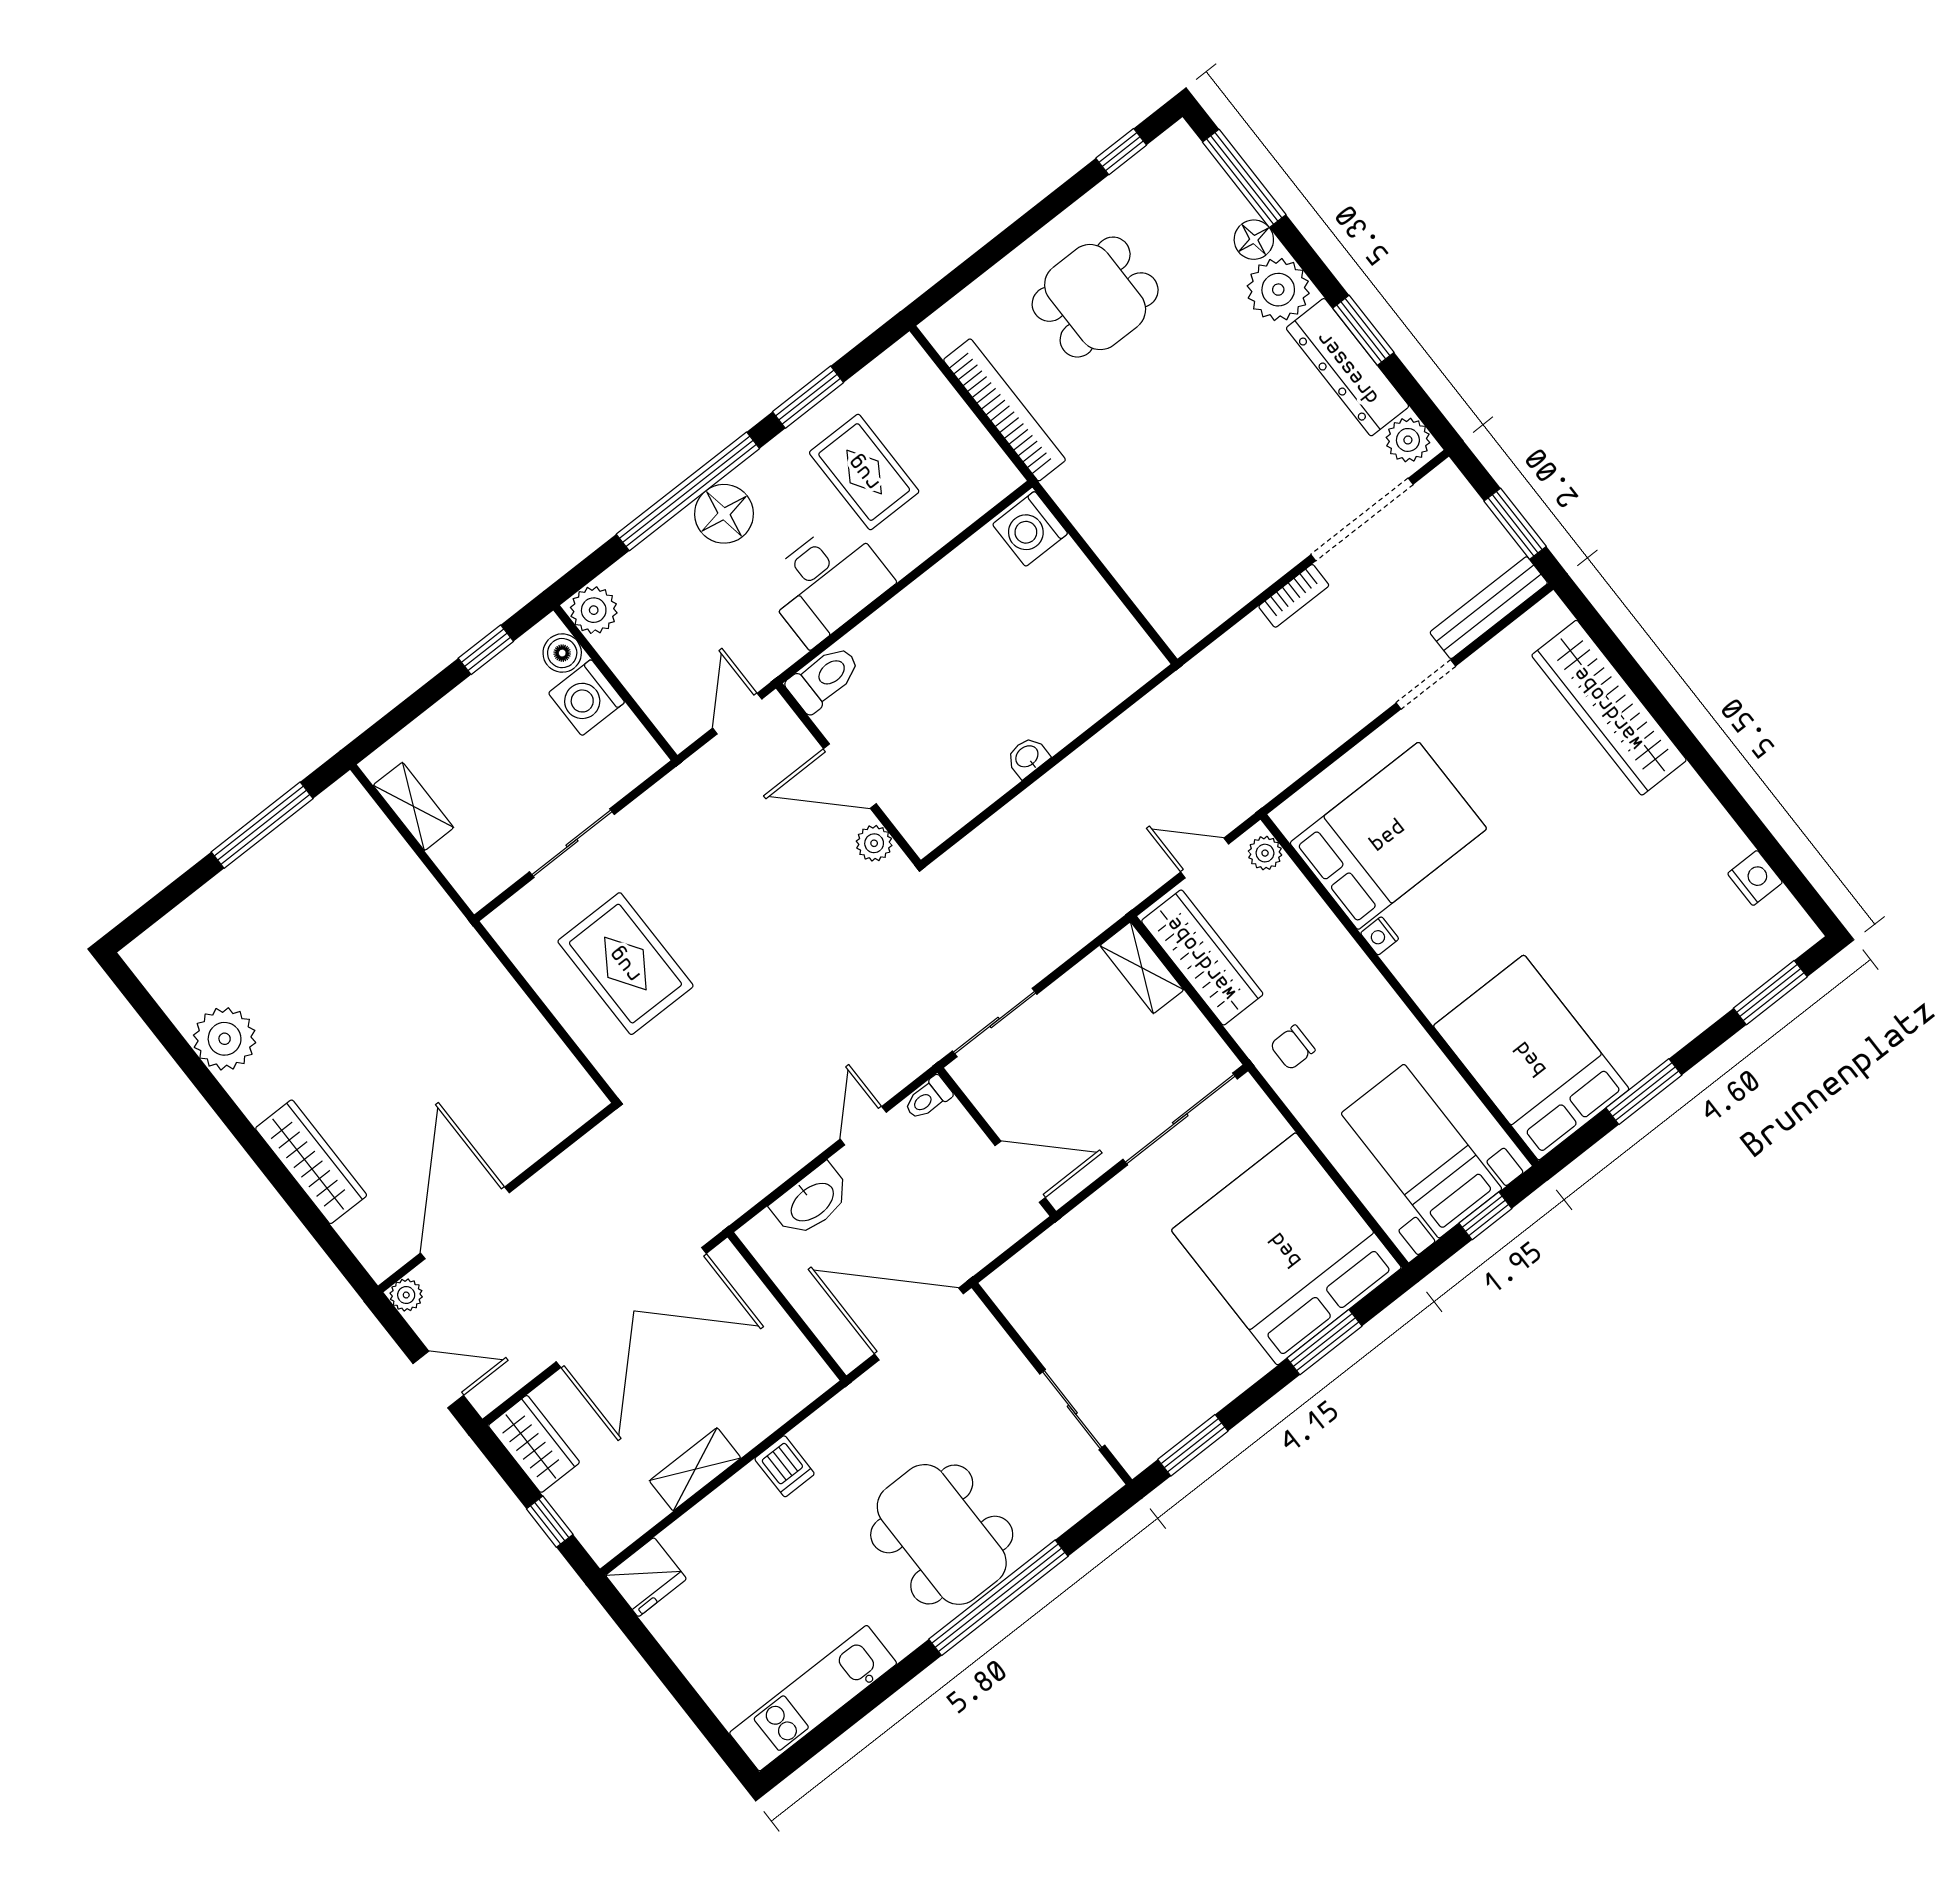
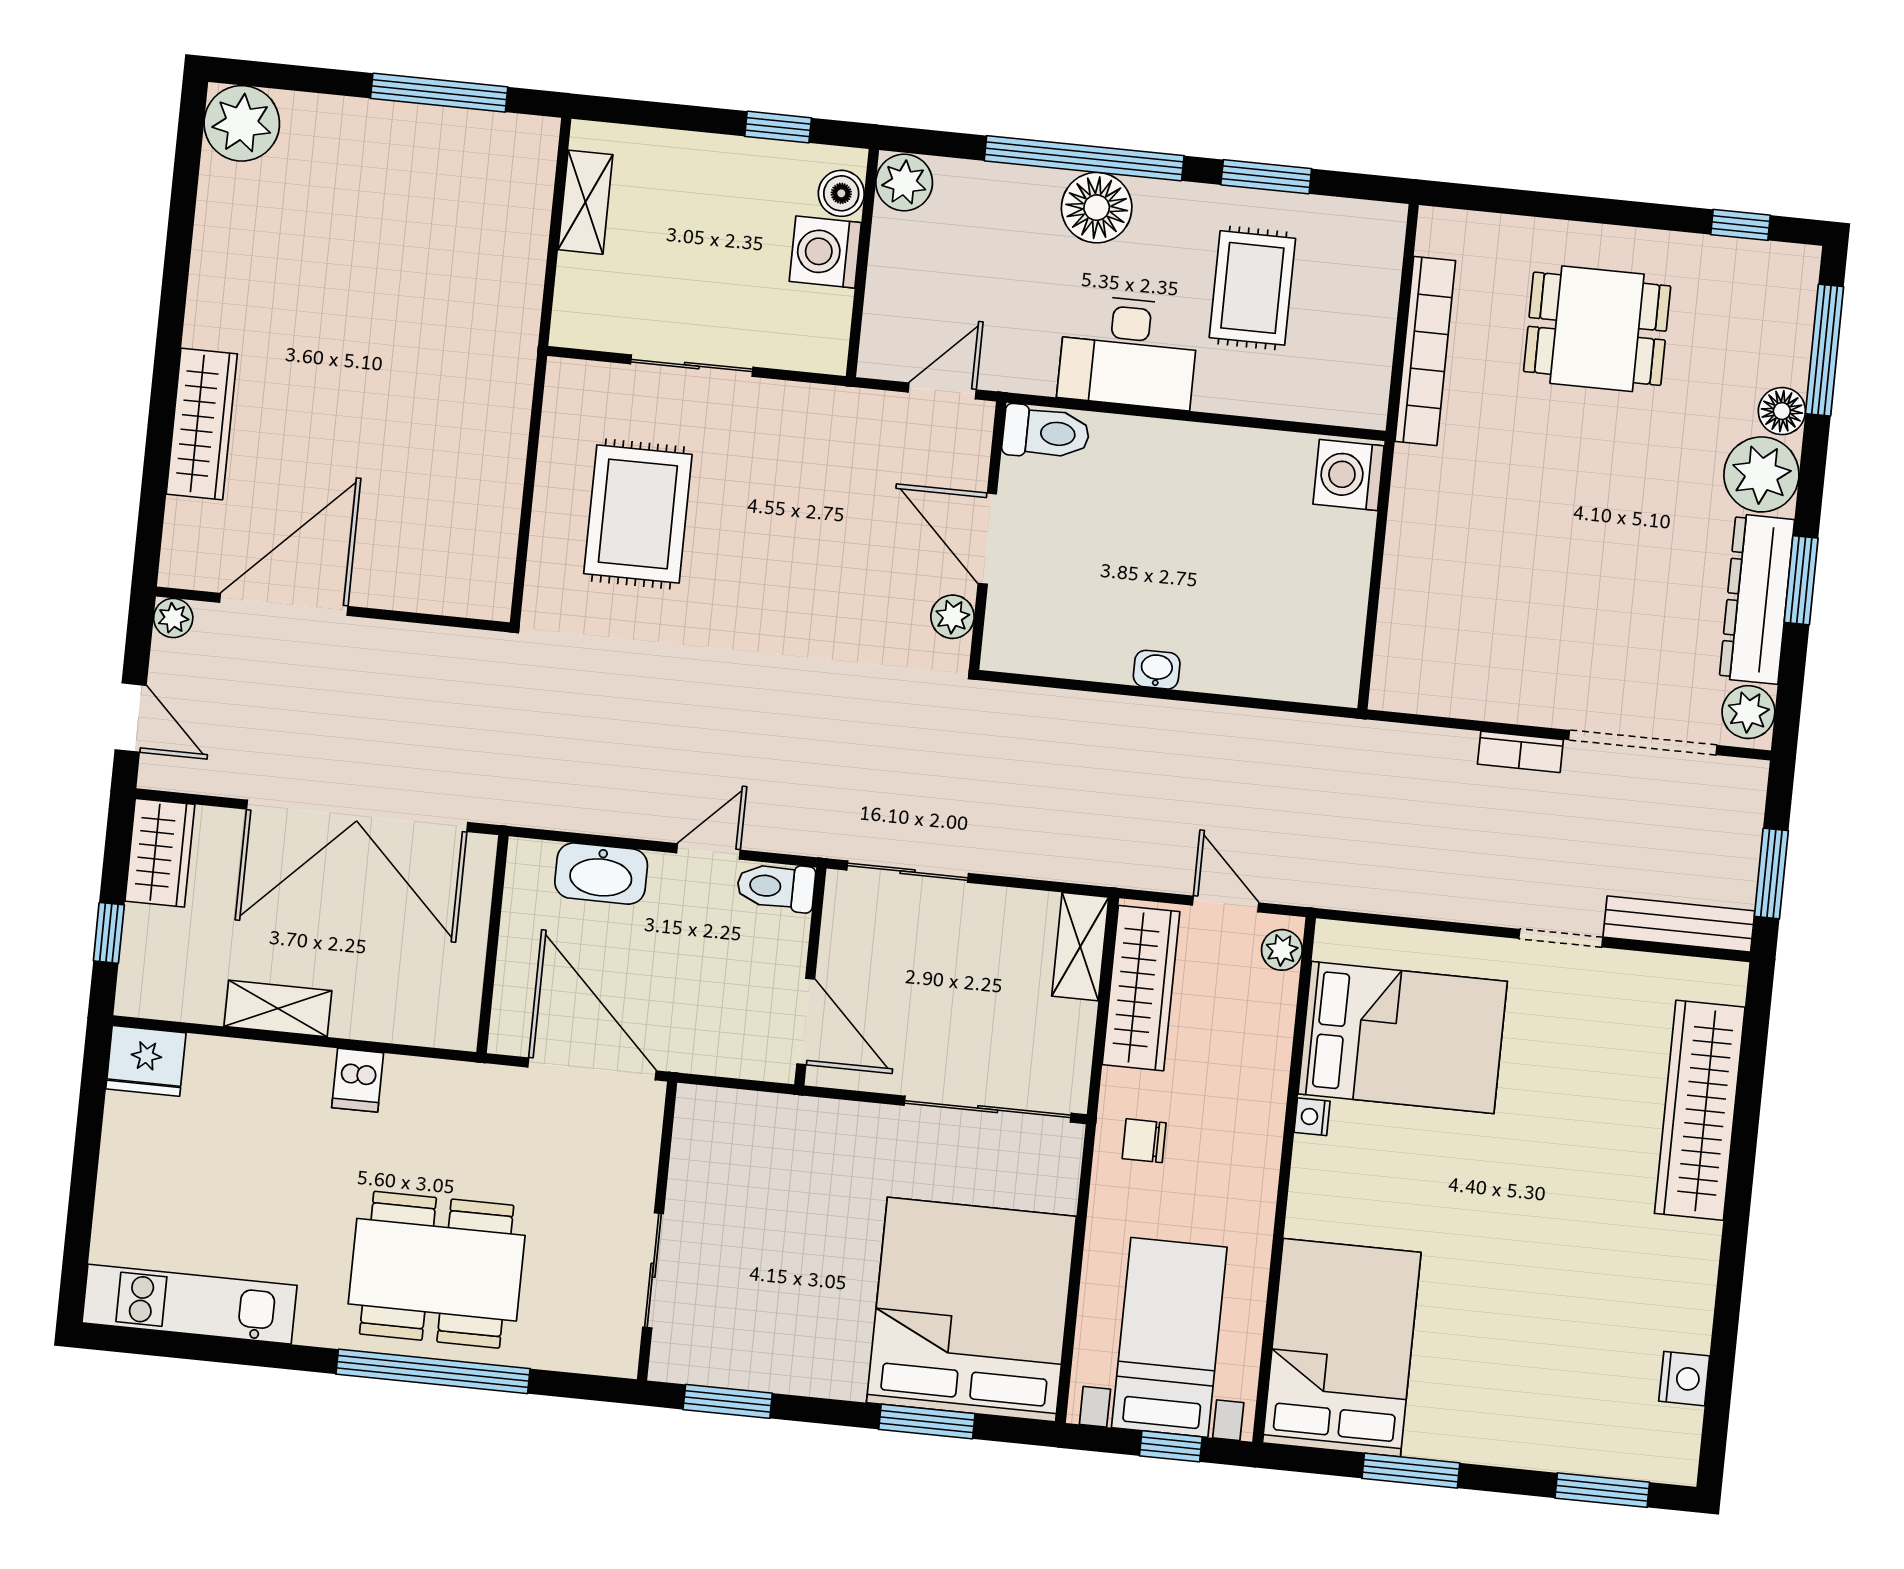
plant: (225, 1039) -> (242, 123), moved
toilet: (928, 1098) -> (776, 887), width x1.37, depth x1.39
dining table: (942, 1534) -> (437, 1270), turned 90

